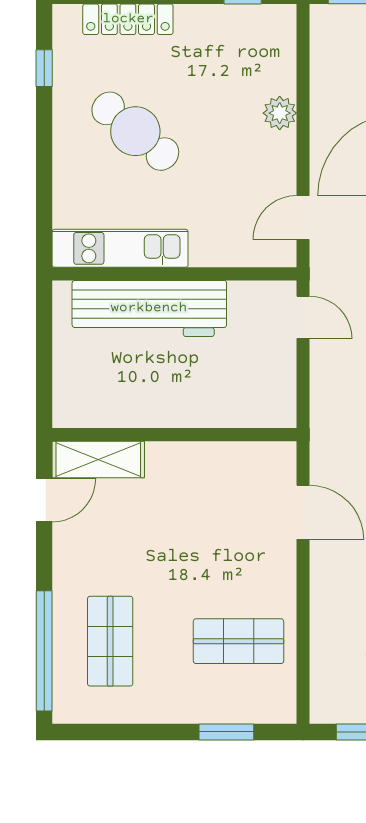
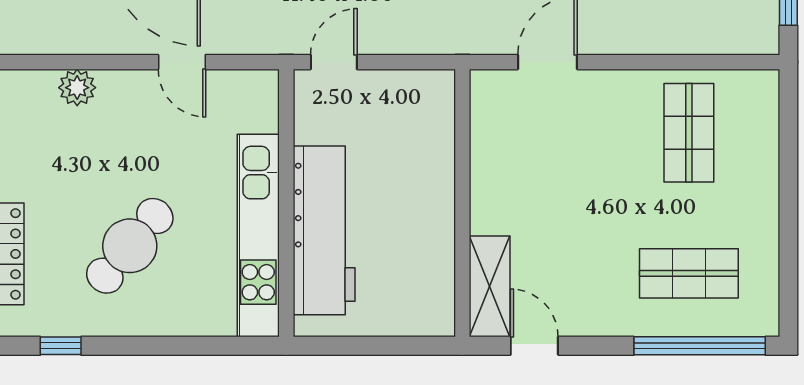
plant: (280, 113) -> (77, 88), moved
door: (303, 218) -> (182, 62), moved
kitchen unit: (120, 248) -> (258, 235), width x1.36
window: (226, 732) -> (788, 146), removed

